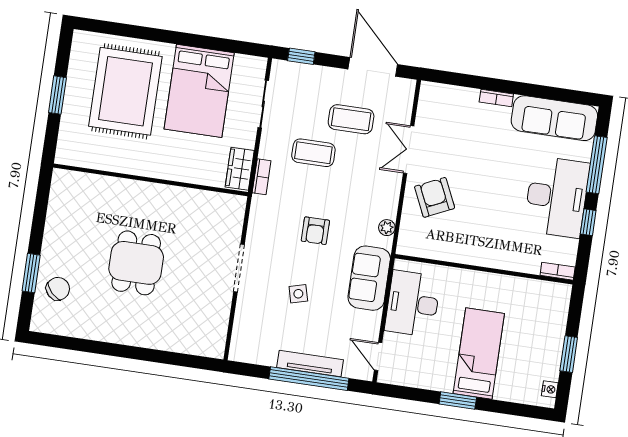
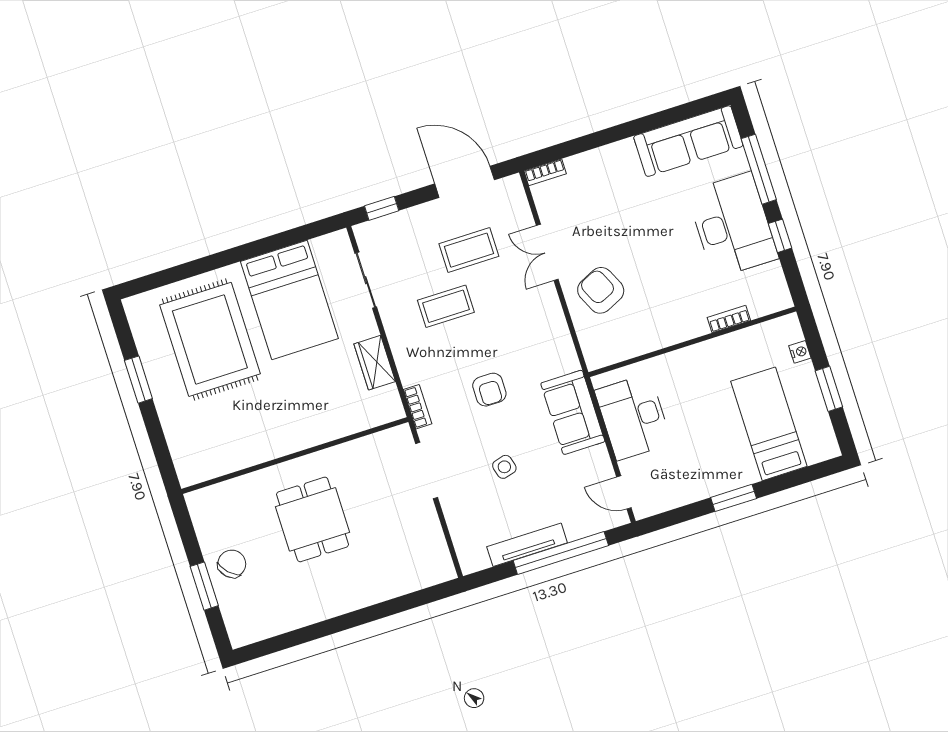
bookcase: (496, 98) -> (545, 172), moved
bookcase: (262, 177) -> (418, 407), moved
wall: (151, 180) -> (295, 455), moved
plant: (387, 228) -> (565, 348), removed
bookcase: (558, 271) -> (729, 319), moved
chair: (58, 289) -> (232, 564), moved
bed: (479, 353) -> (769, 424), moved
tv unit: (310, 364) -> (527, 545), moved
nightstand: (550, 389) -> (800, 352), moved

